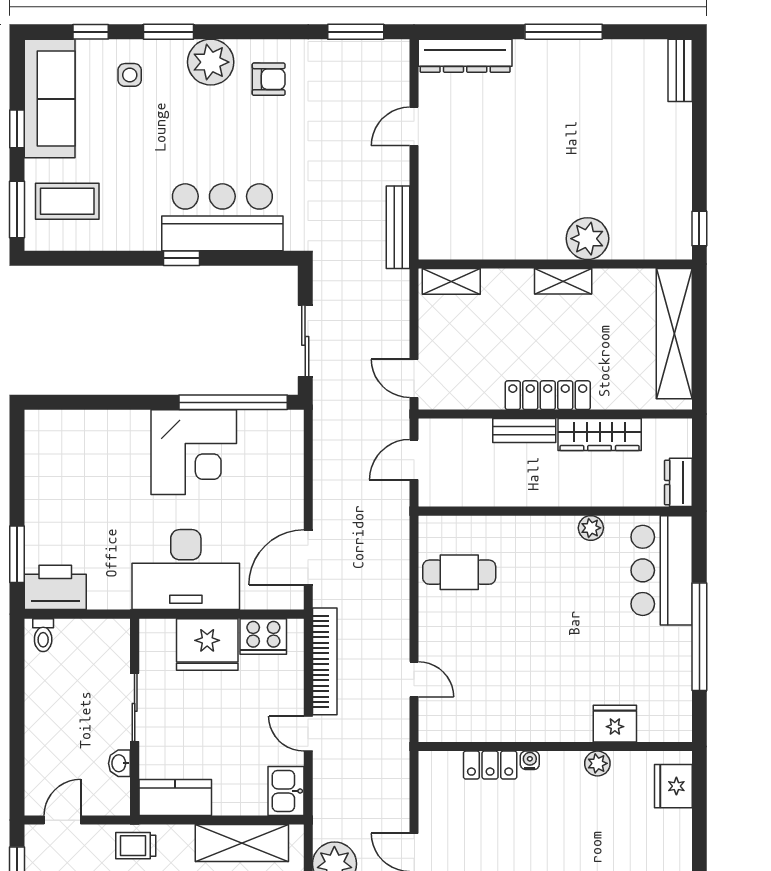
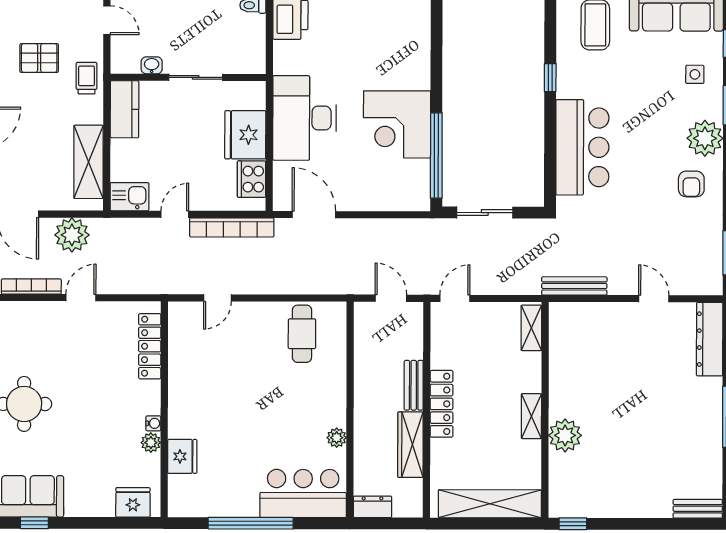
window: (182, 258) -> (550, 78), moved
water cooler: (530, 760) -> (153, 423), moved
locker: (490, 765) -> (150, 346), width x1.53

